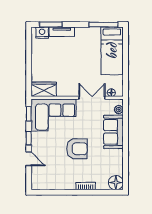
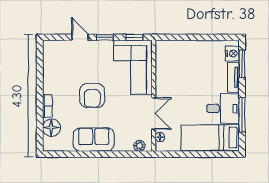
window: (103, 25) -> (242, 115), moved
desk: (88, 40) -> (223, 109), added
wardrobe: (44, 89) -> (164, 55), removed
sofa: (113, 132) -> (94, 140), moved
door: (29, 159) -> (80, 37), swing flipped
floor lamp: (116, 183) -> (51, 128), moved

